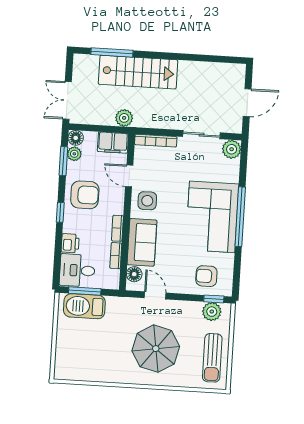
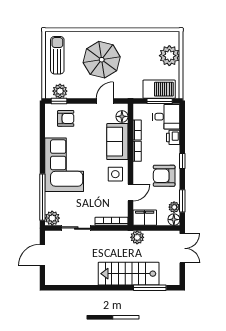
door: (129, 176) -> (130, 193), hinge flipped
window: (240, 217) -> (42, 197), moved
door: (155, 295) -> (105, 101), swing flipped
plant: (69, 349) -> (169, 56), added

